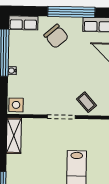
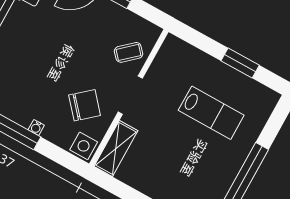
chair: (56, 36) -> (85, 105), moved
shelving: (14, 136) -> (116, 148), moved, turned 90

